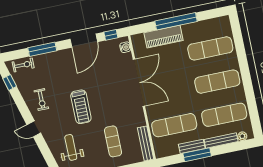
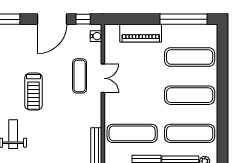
window: (176, 21) -> (183, 19), moved
double door: (139, 83) -> (103, 78), width x0.54
exercise mat: (113, 141) -> (80, 76), moved

